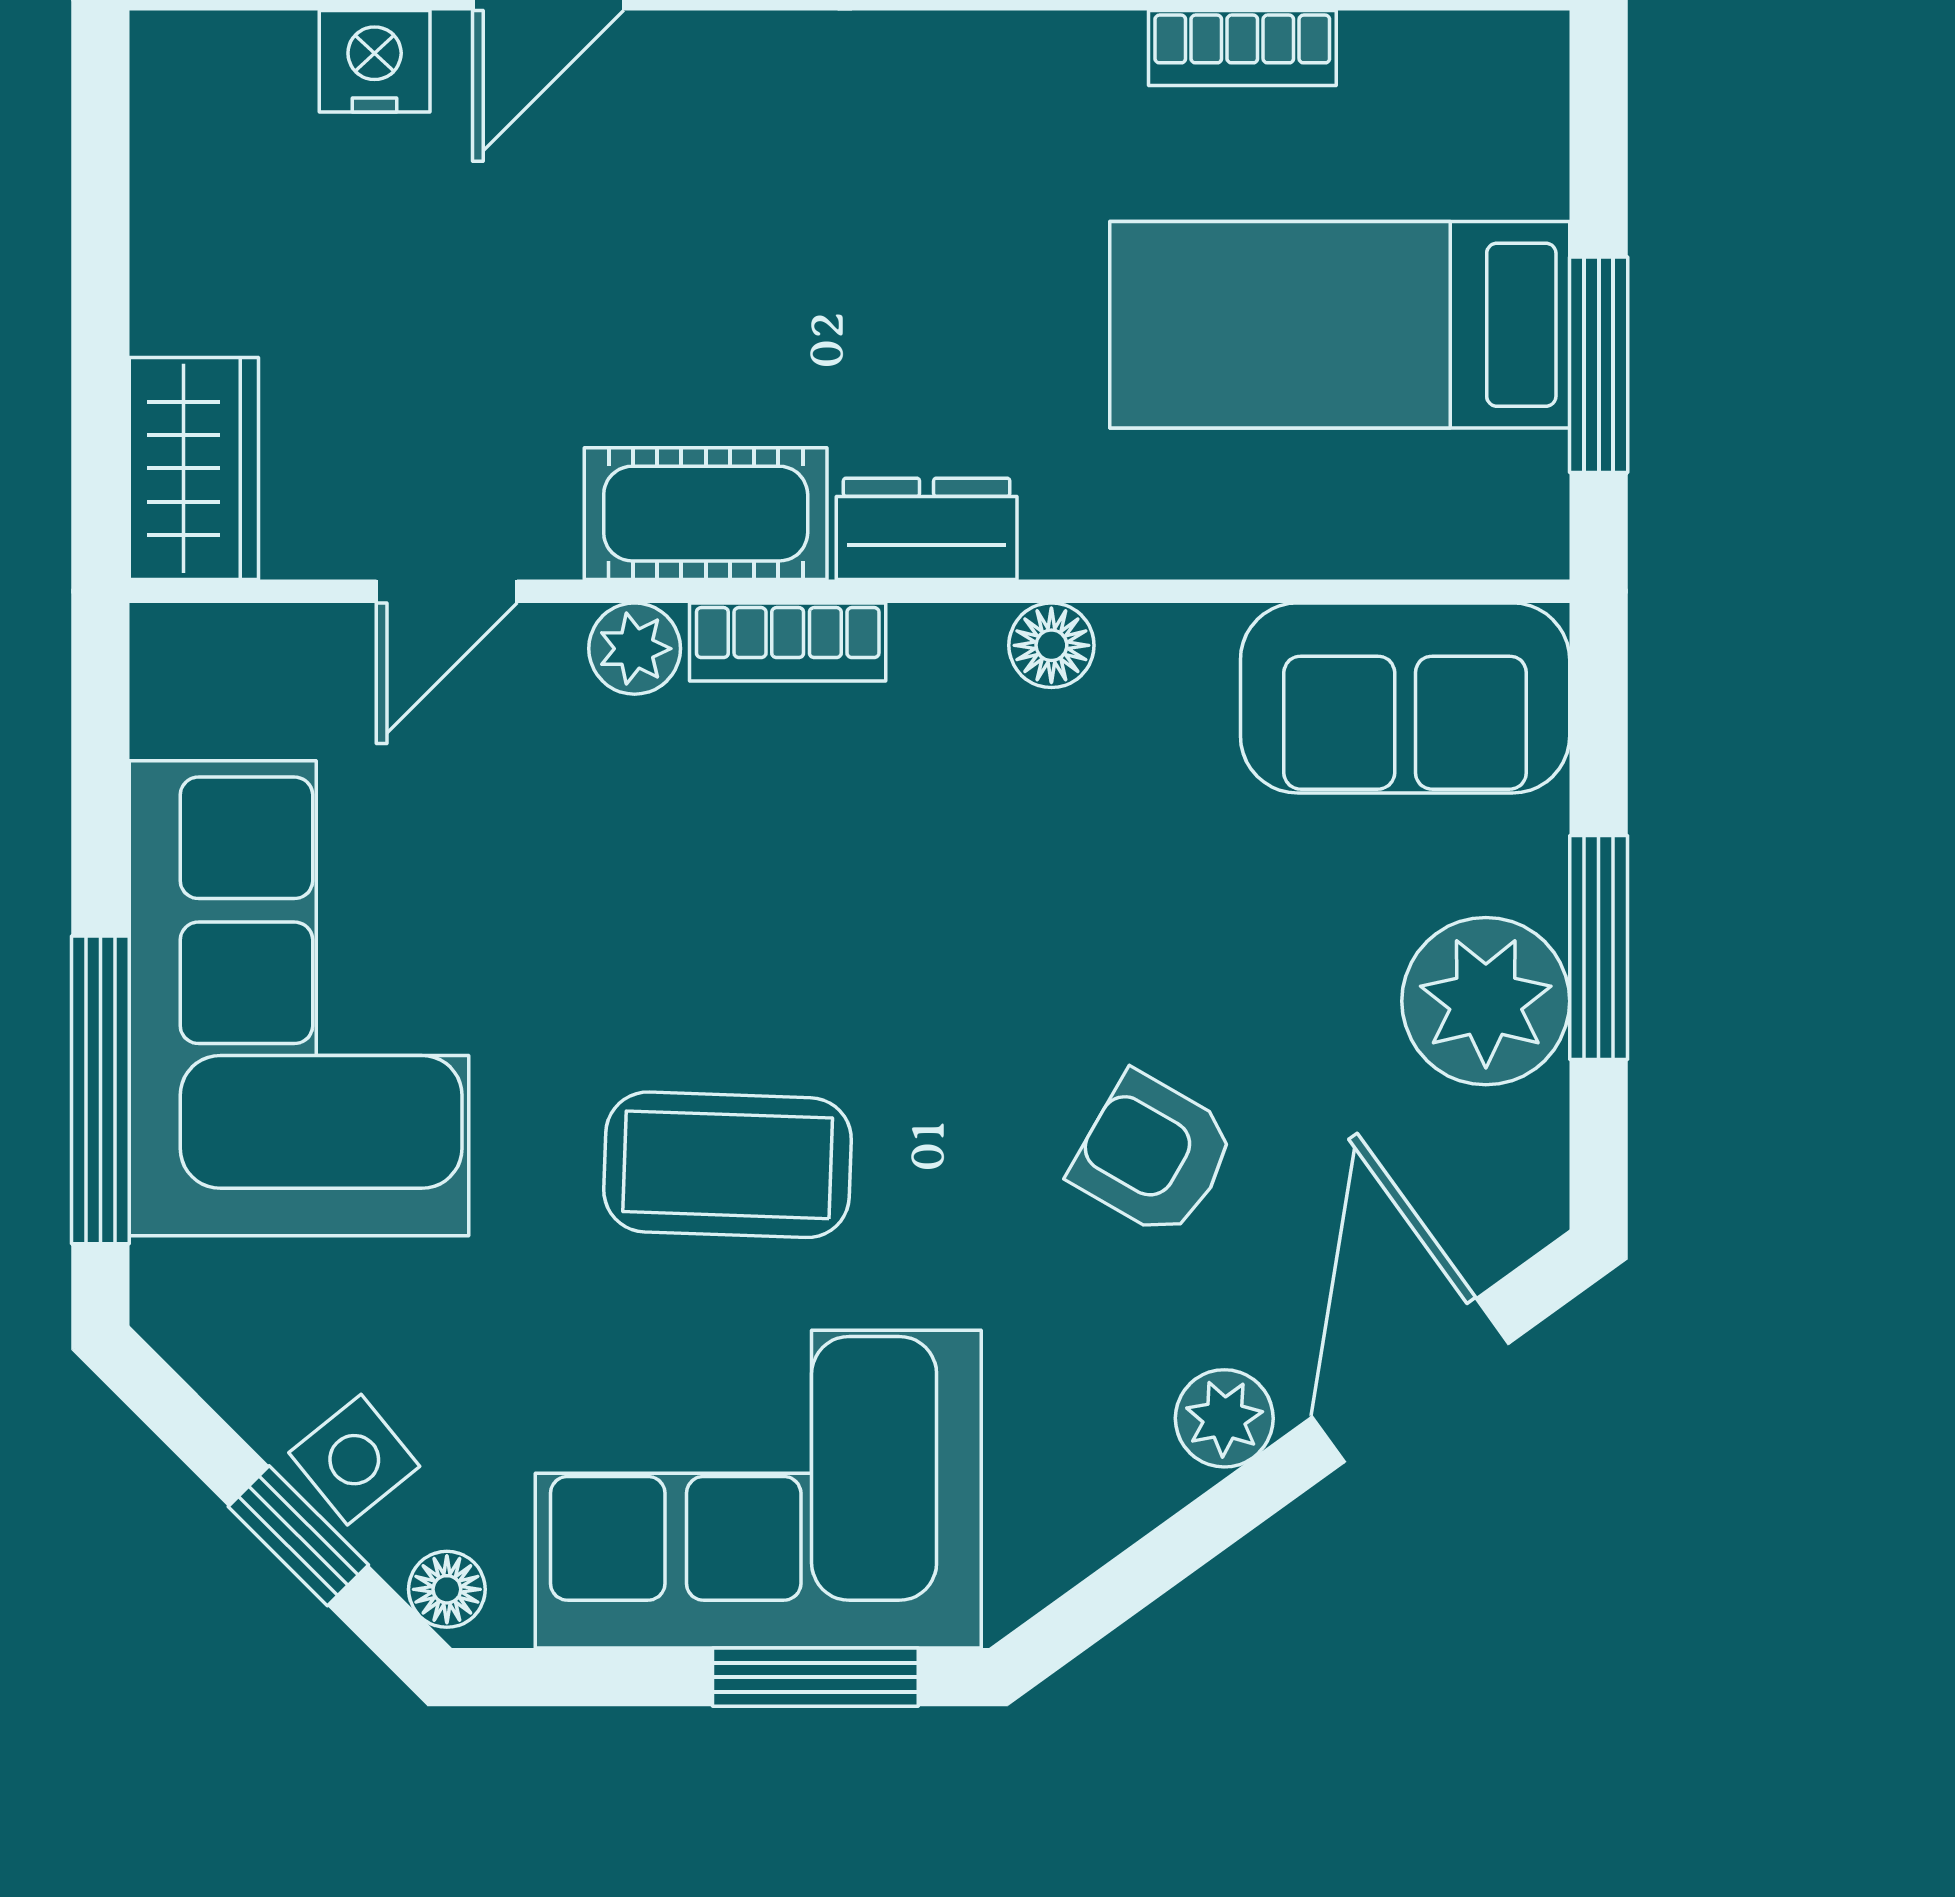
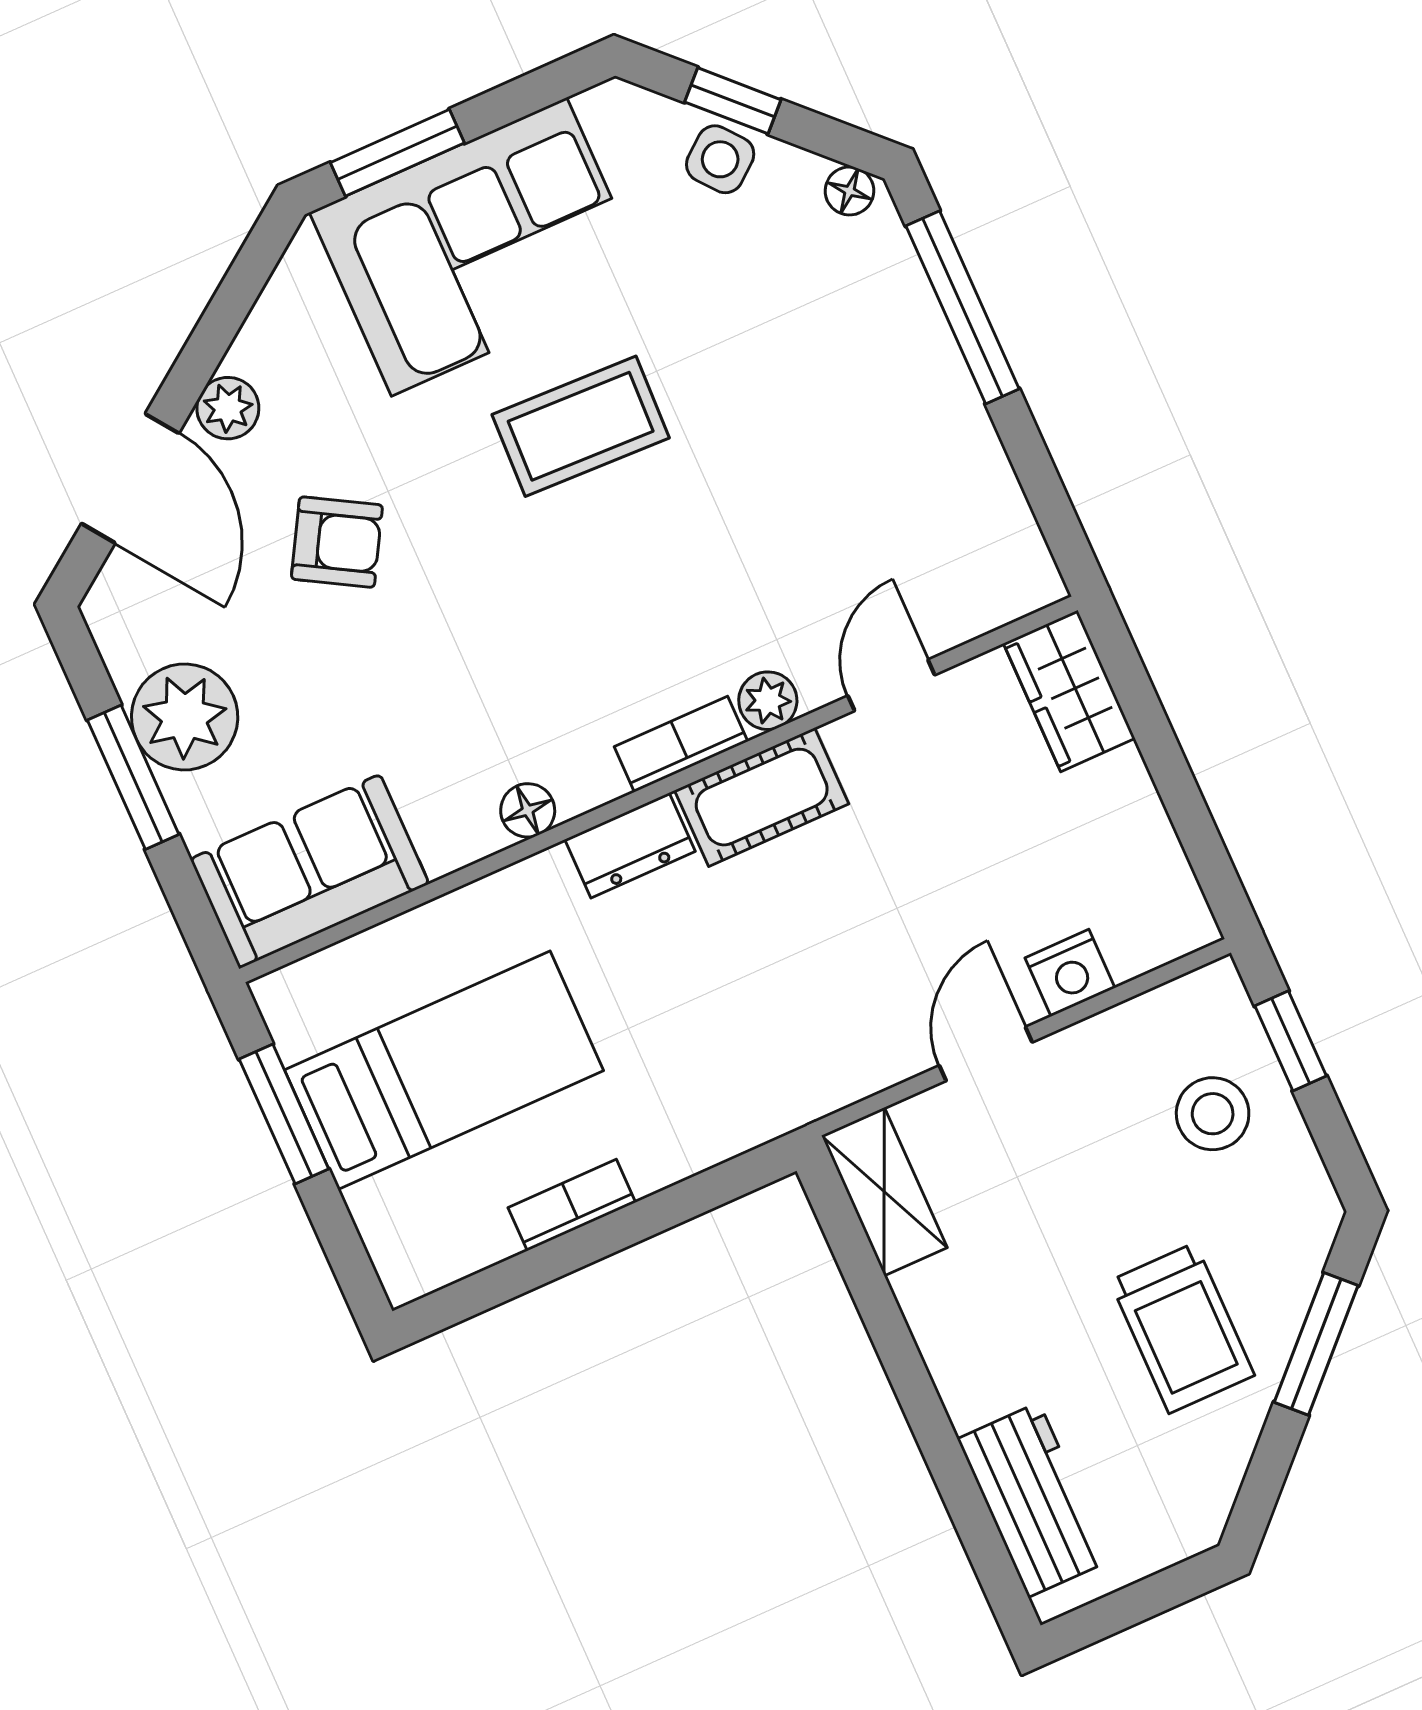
corner sofa: (299, 998) -> (871, 412), removed
floor lamp: (447, 1589) -> (849, 191), moved

